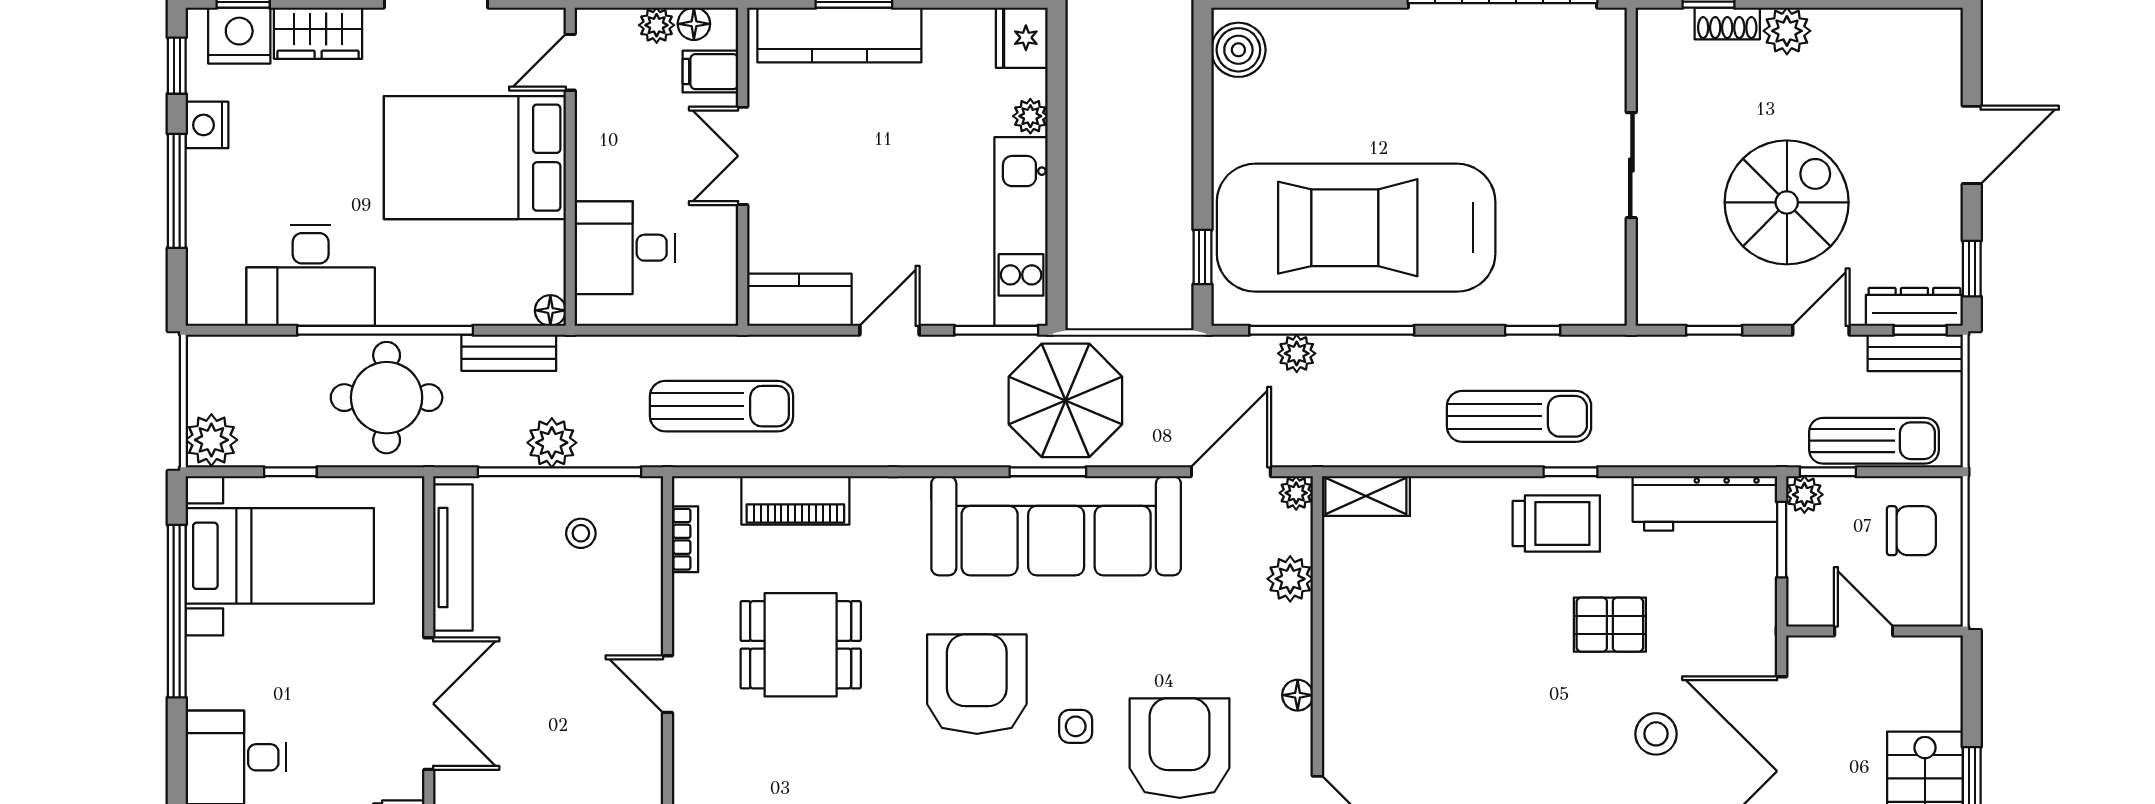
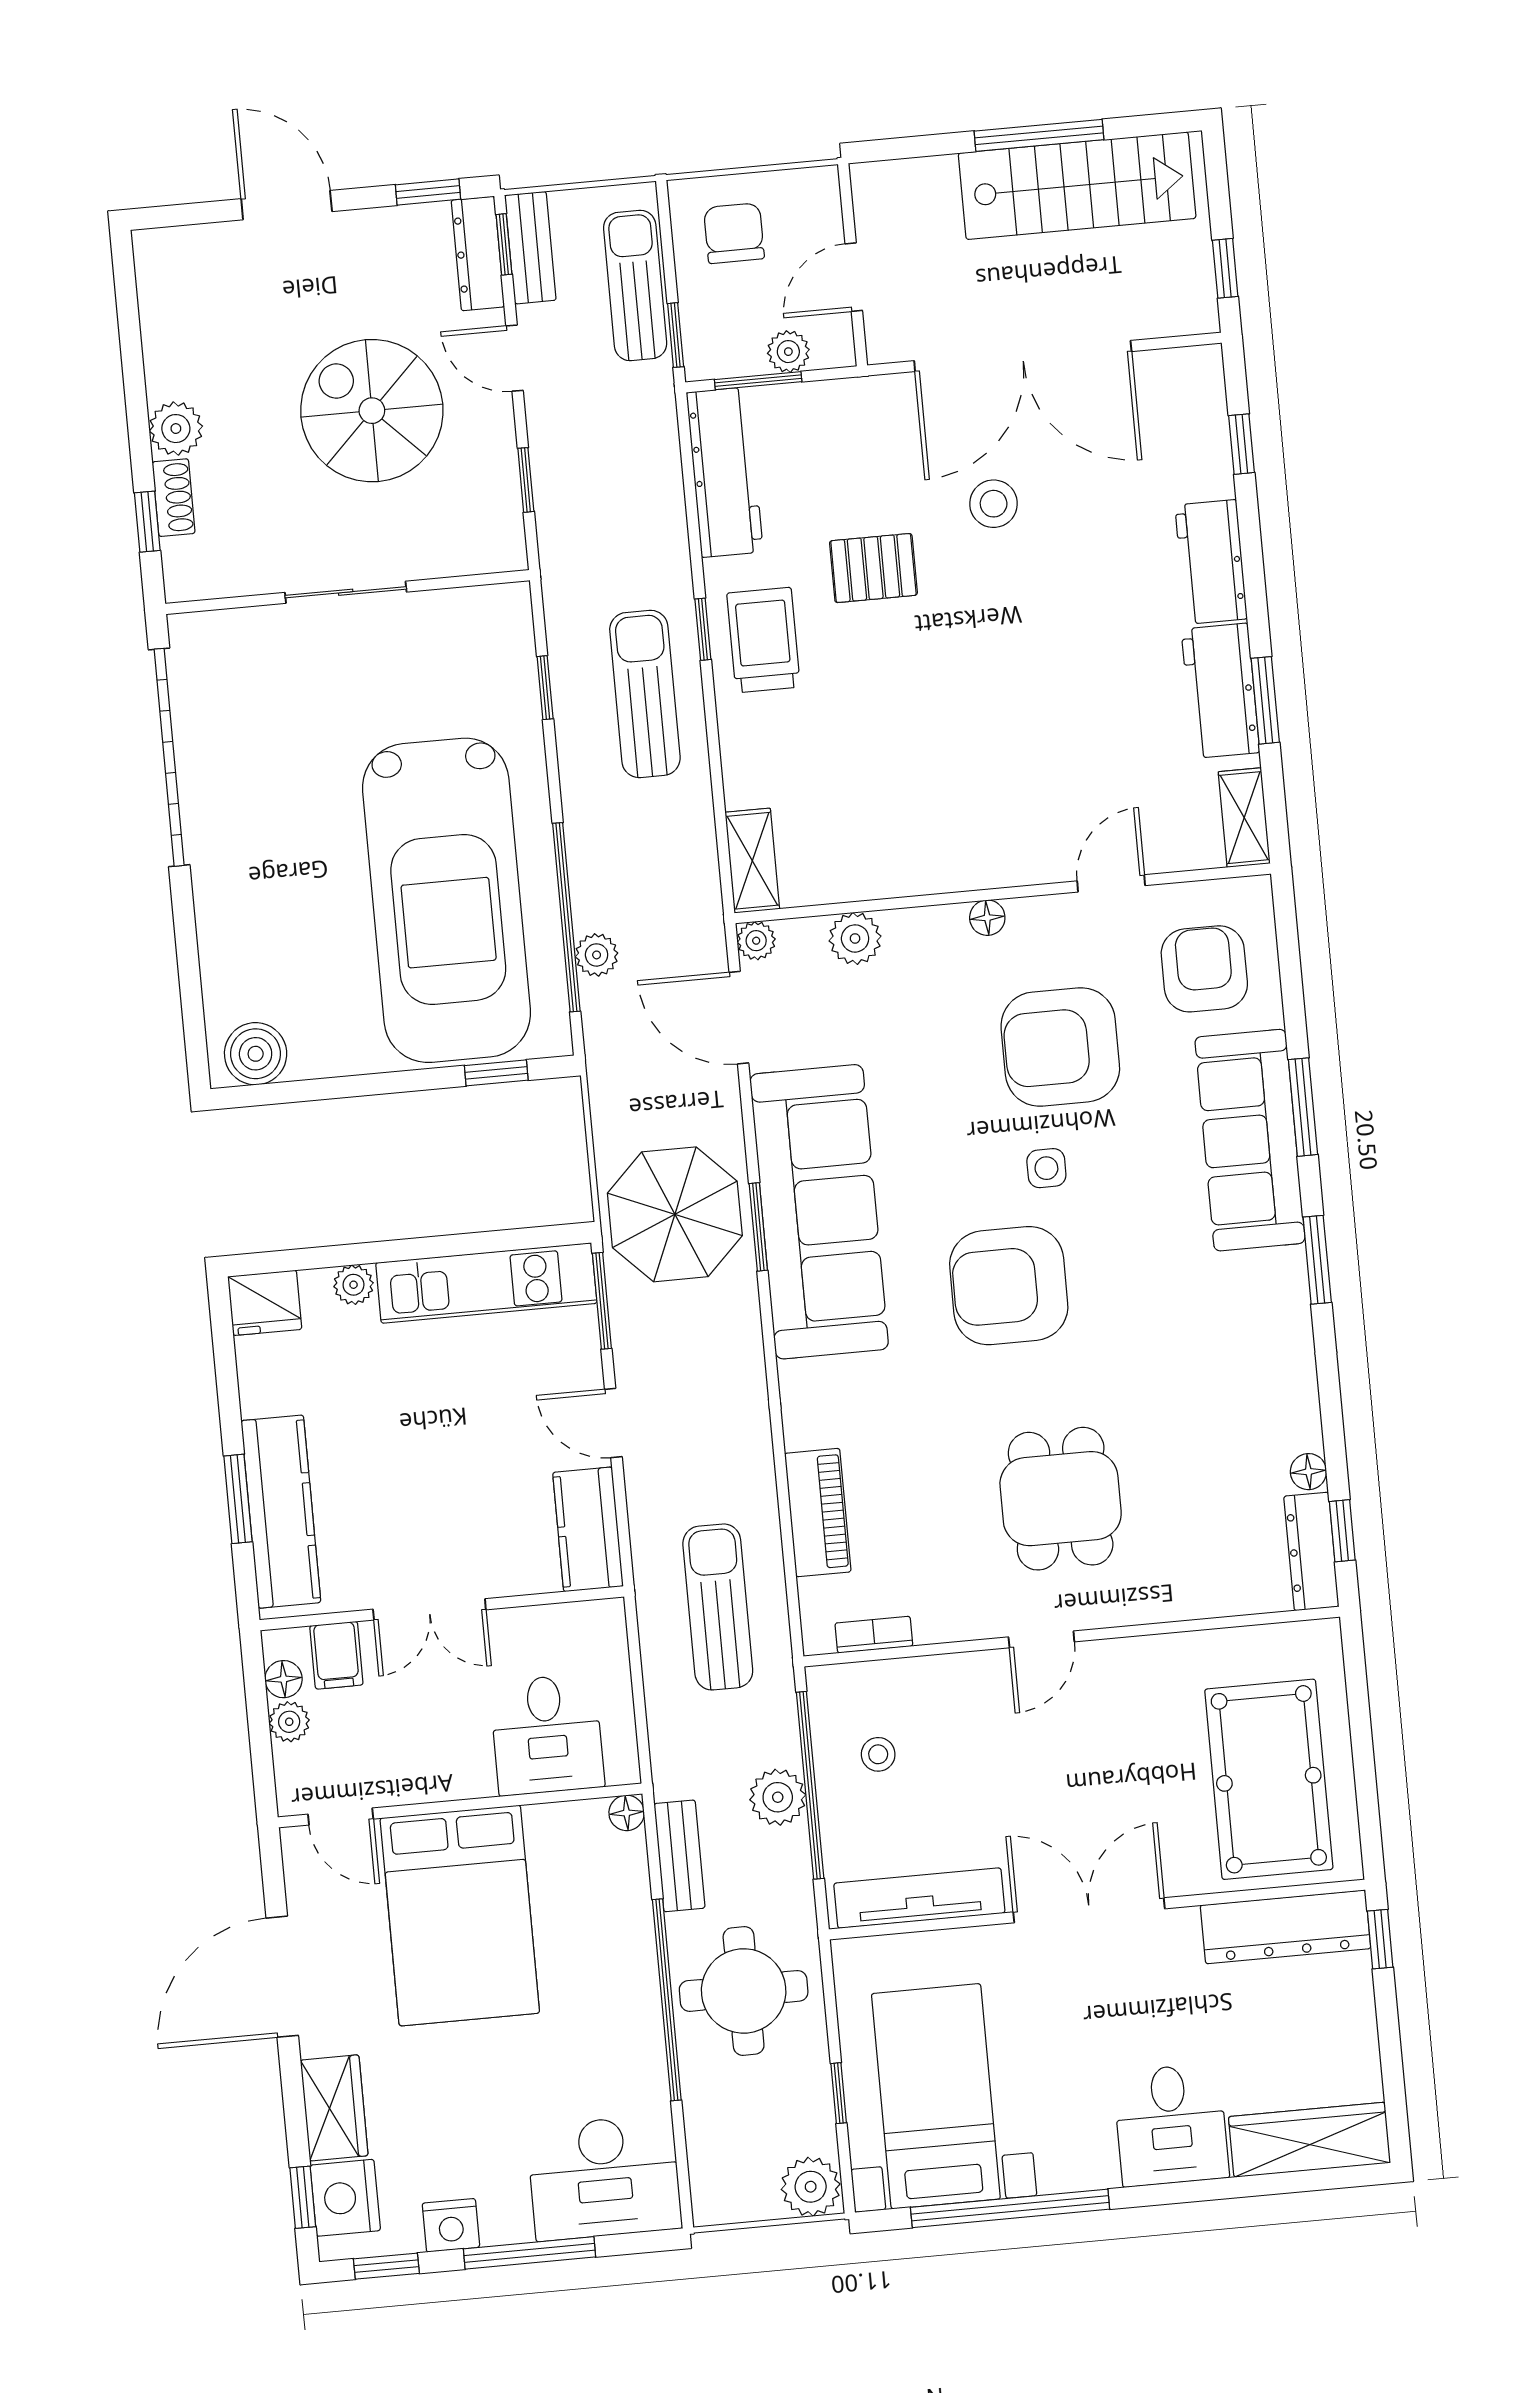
desk: (311, 275) -> (604, 2178), moved, turned 90
plant: (1804, 495) -> (788, 352), moved
pallet: (1610, 625) -> (873, 568), turned 90
dining table: (801, 645) -> (1061, 1499), moved

